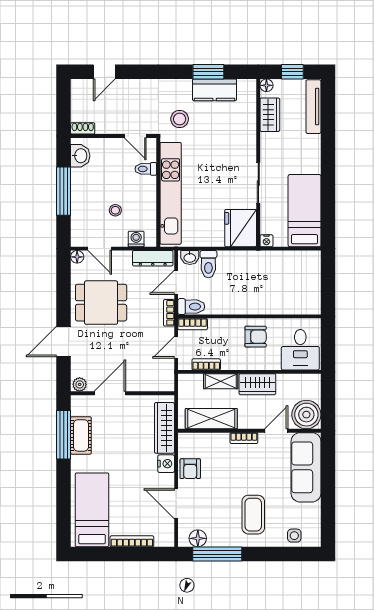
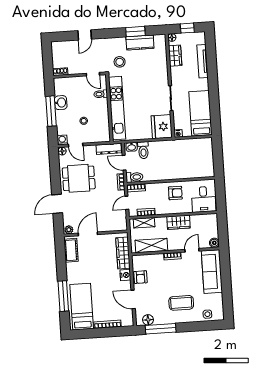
door: (104, 72) -> (85, 35), moved
tv unit: (313, 107) -> (203, 61), moved
washbasin: (80, 156) -> (61, 103), moved
washing machine: (136, 239) -> (62, 140), moved
door: (176, 282) -> (124, 163), hinge flipped
shelving: (221, 381) -> (144, 223), moved
boiler: (306, 415) -> (214, 243), width x0.54, depth x0.54
window: (64, 435) -> (63, 296), moved
cot: (81, 435) -> (71, 250), moved
coffee table: (253, 515) -> (181, 303), turned 90

